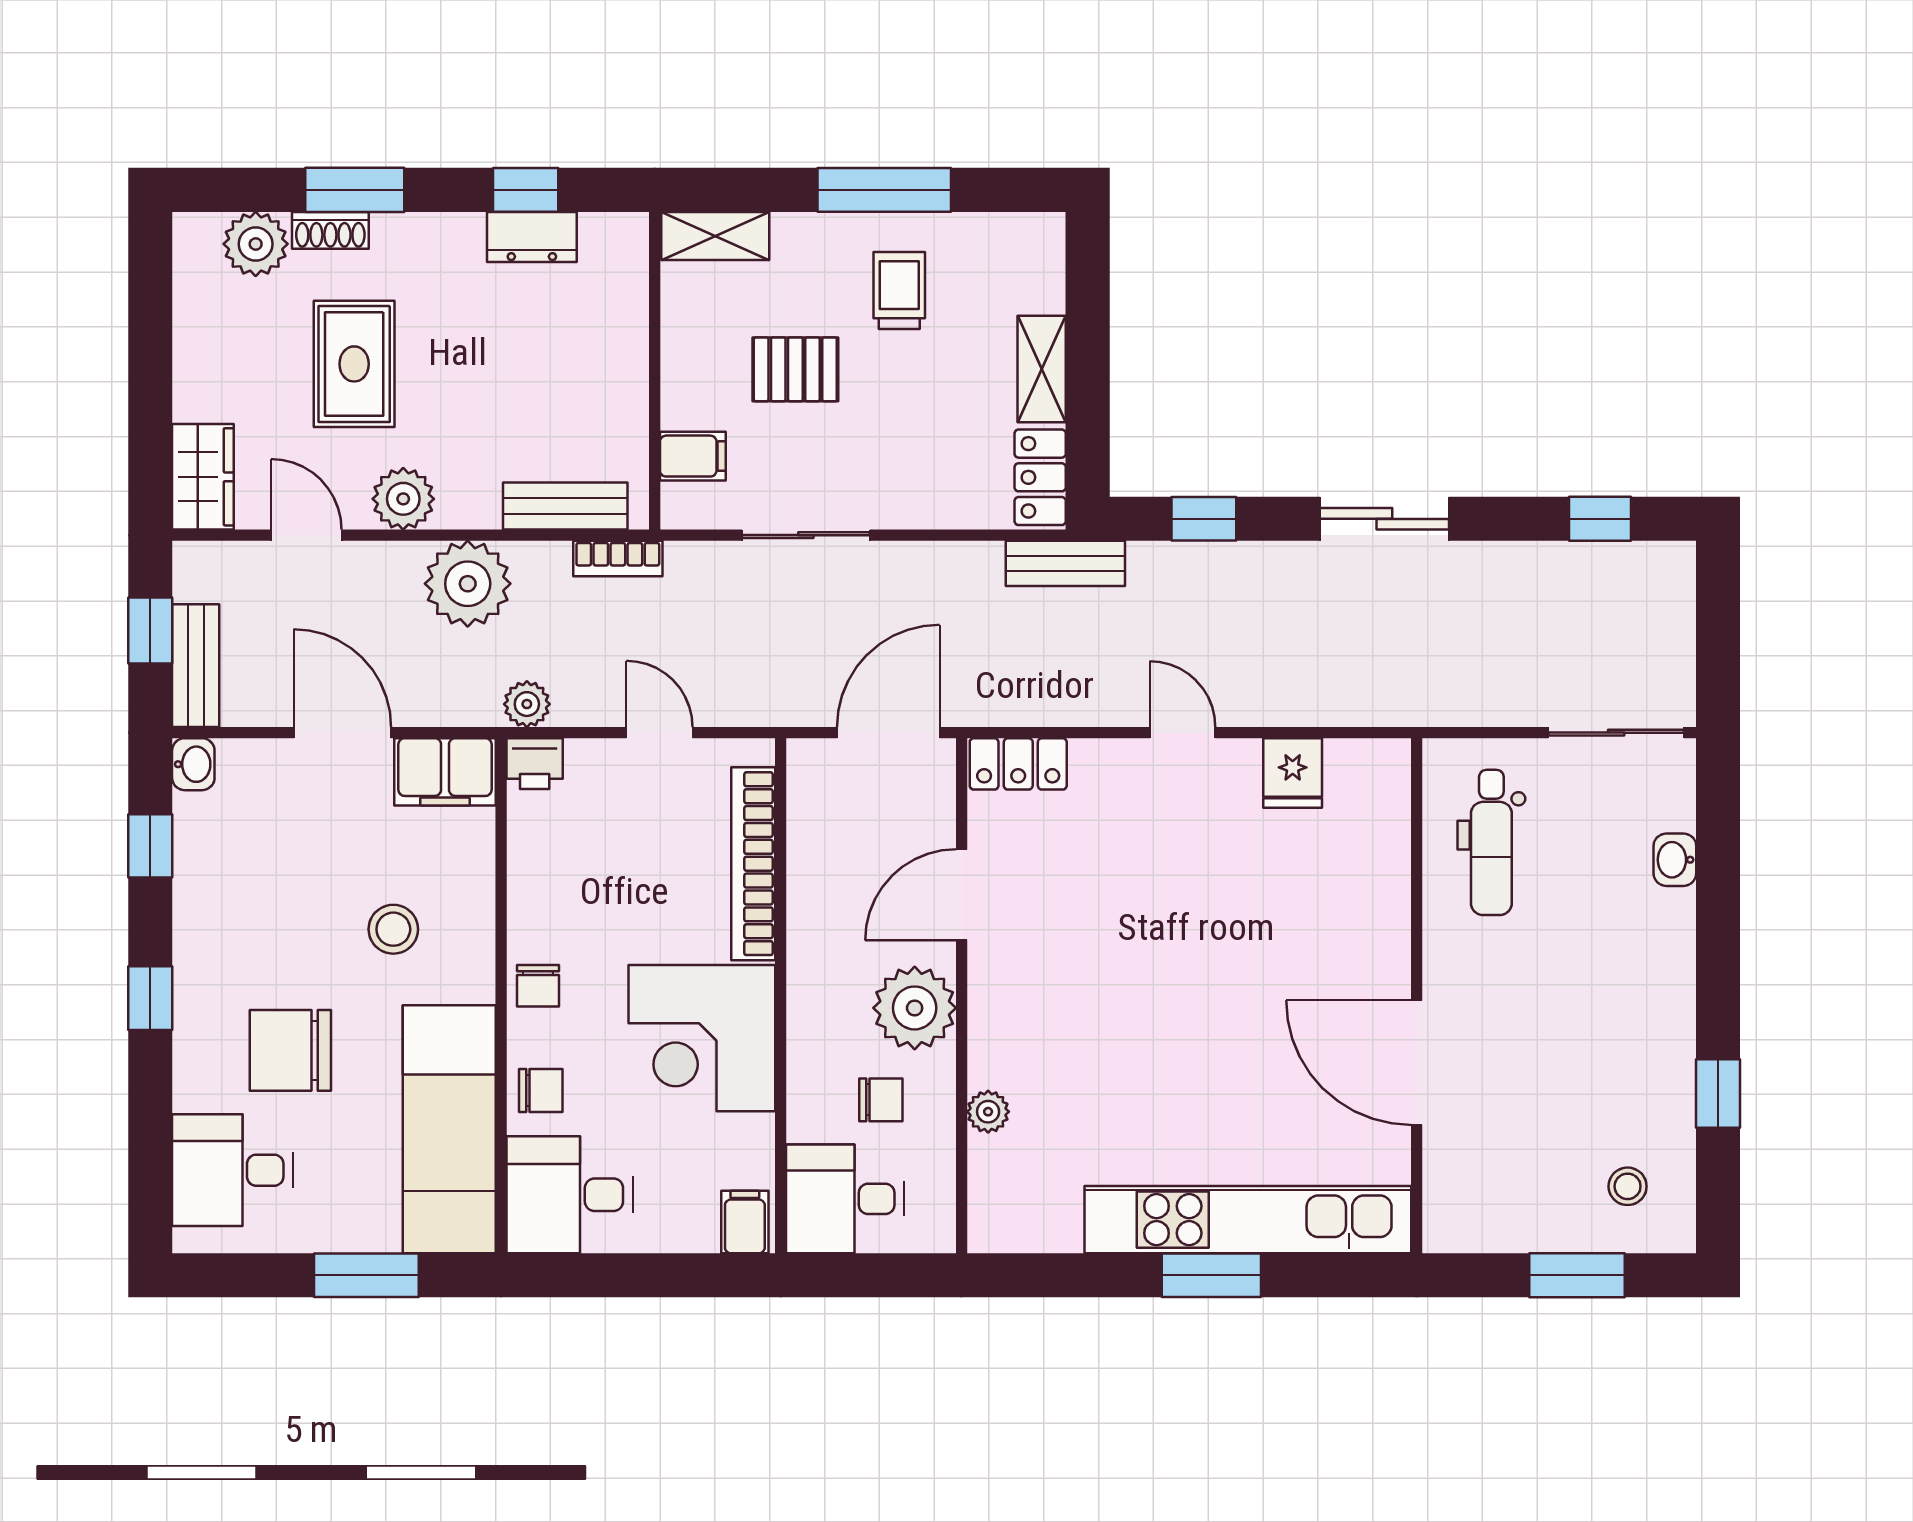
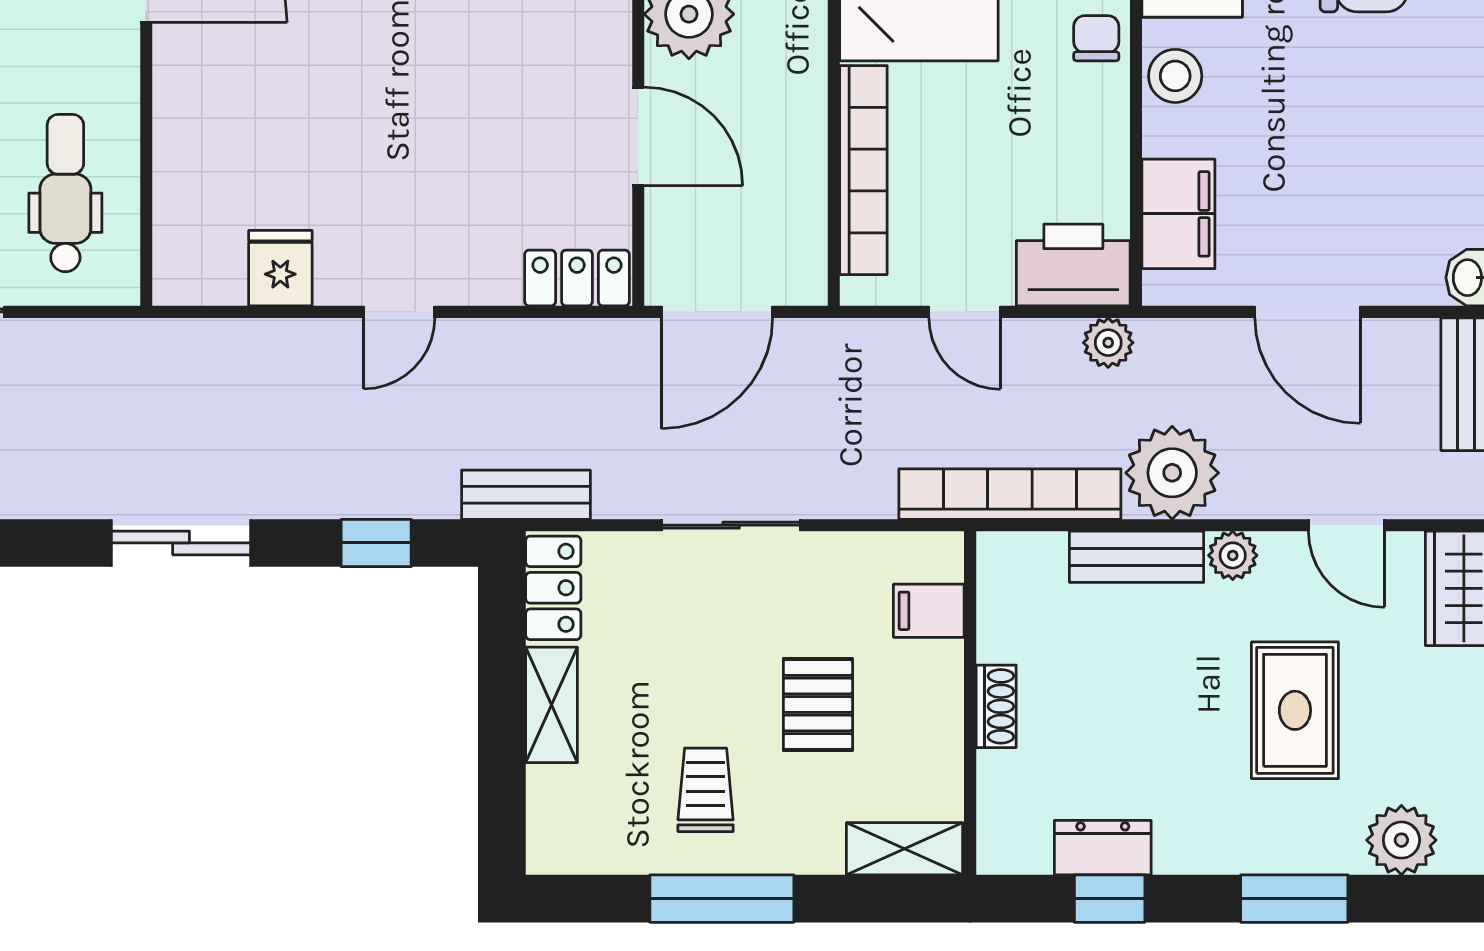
shoe rack: (330, 230) -> (996, 706), moved, turned 90
trolley: (899, 290) -> (706, 790), turned 180
pallet: (795, 369) -> (818, 705), turned 90
plant: (403, 499) -> (1233, 555), width x0.73, depth x0.73
bench: (565, 506) -> (1137, 557), moved
sliding door: (806, 535) -> (731, 525), moved
bookcase: (618, 558) -> (1010, 494), width x2.31, depth x1.31
door: (1183, 733) -> (399, 312), hinge flipped
printer: (535, 764) -> (1073, 265), width x1.87, depth x1.48
filing cabinet: (445, 772) -> (1178, 214), moved, turned 90
door: (962, 895) -> (638, 136), hinge flipped
stool: (393, 929) -> (1175, 76), moved

